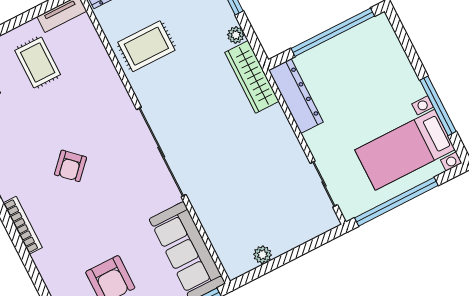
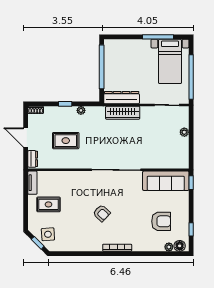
rug: (146, 46) -> (66, 141), moved, turned 90
wardrobe: (252, 77) -> (123, 113), moved
plant: (262, 255) -> (184, 132), moved

